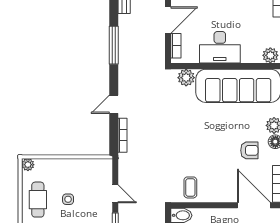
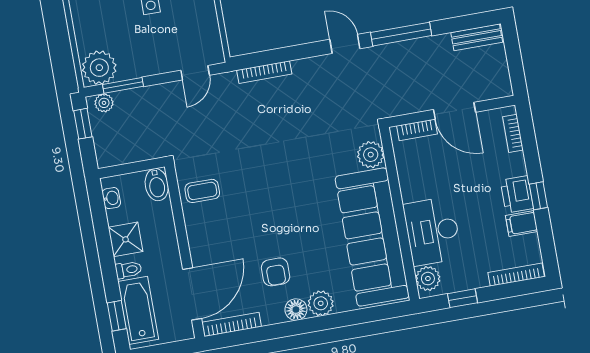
desk: (220, 47) -> (432, 231), moved
door: (114, 104) -> (345, 44), moved
door: (115, 194) -> (195, 73), moved

